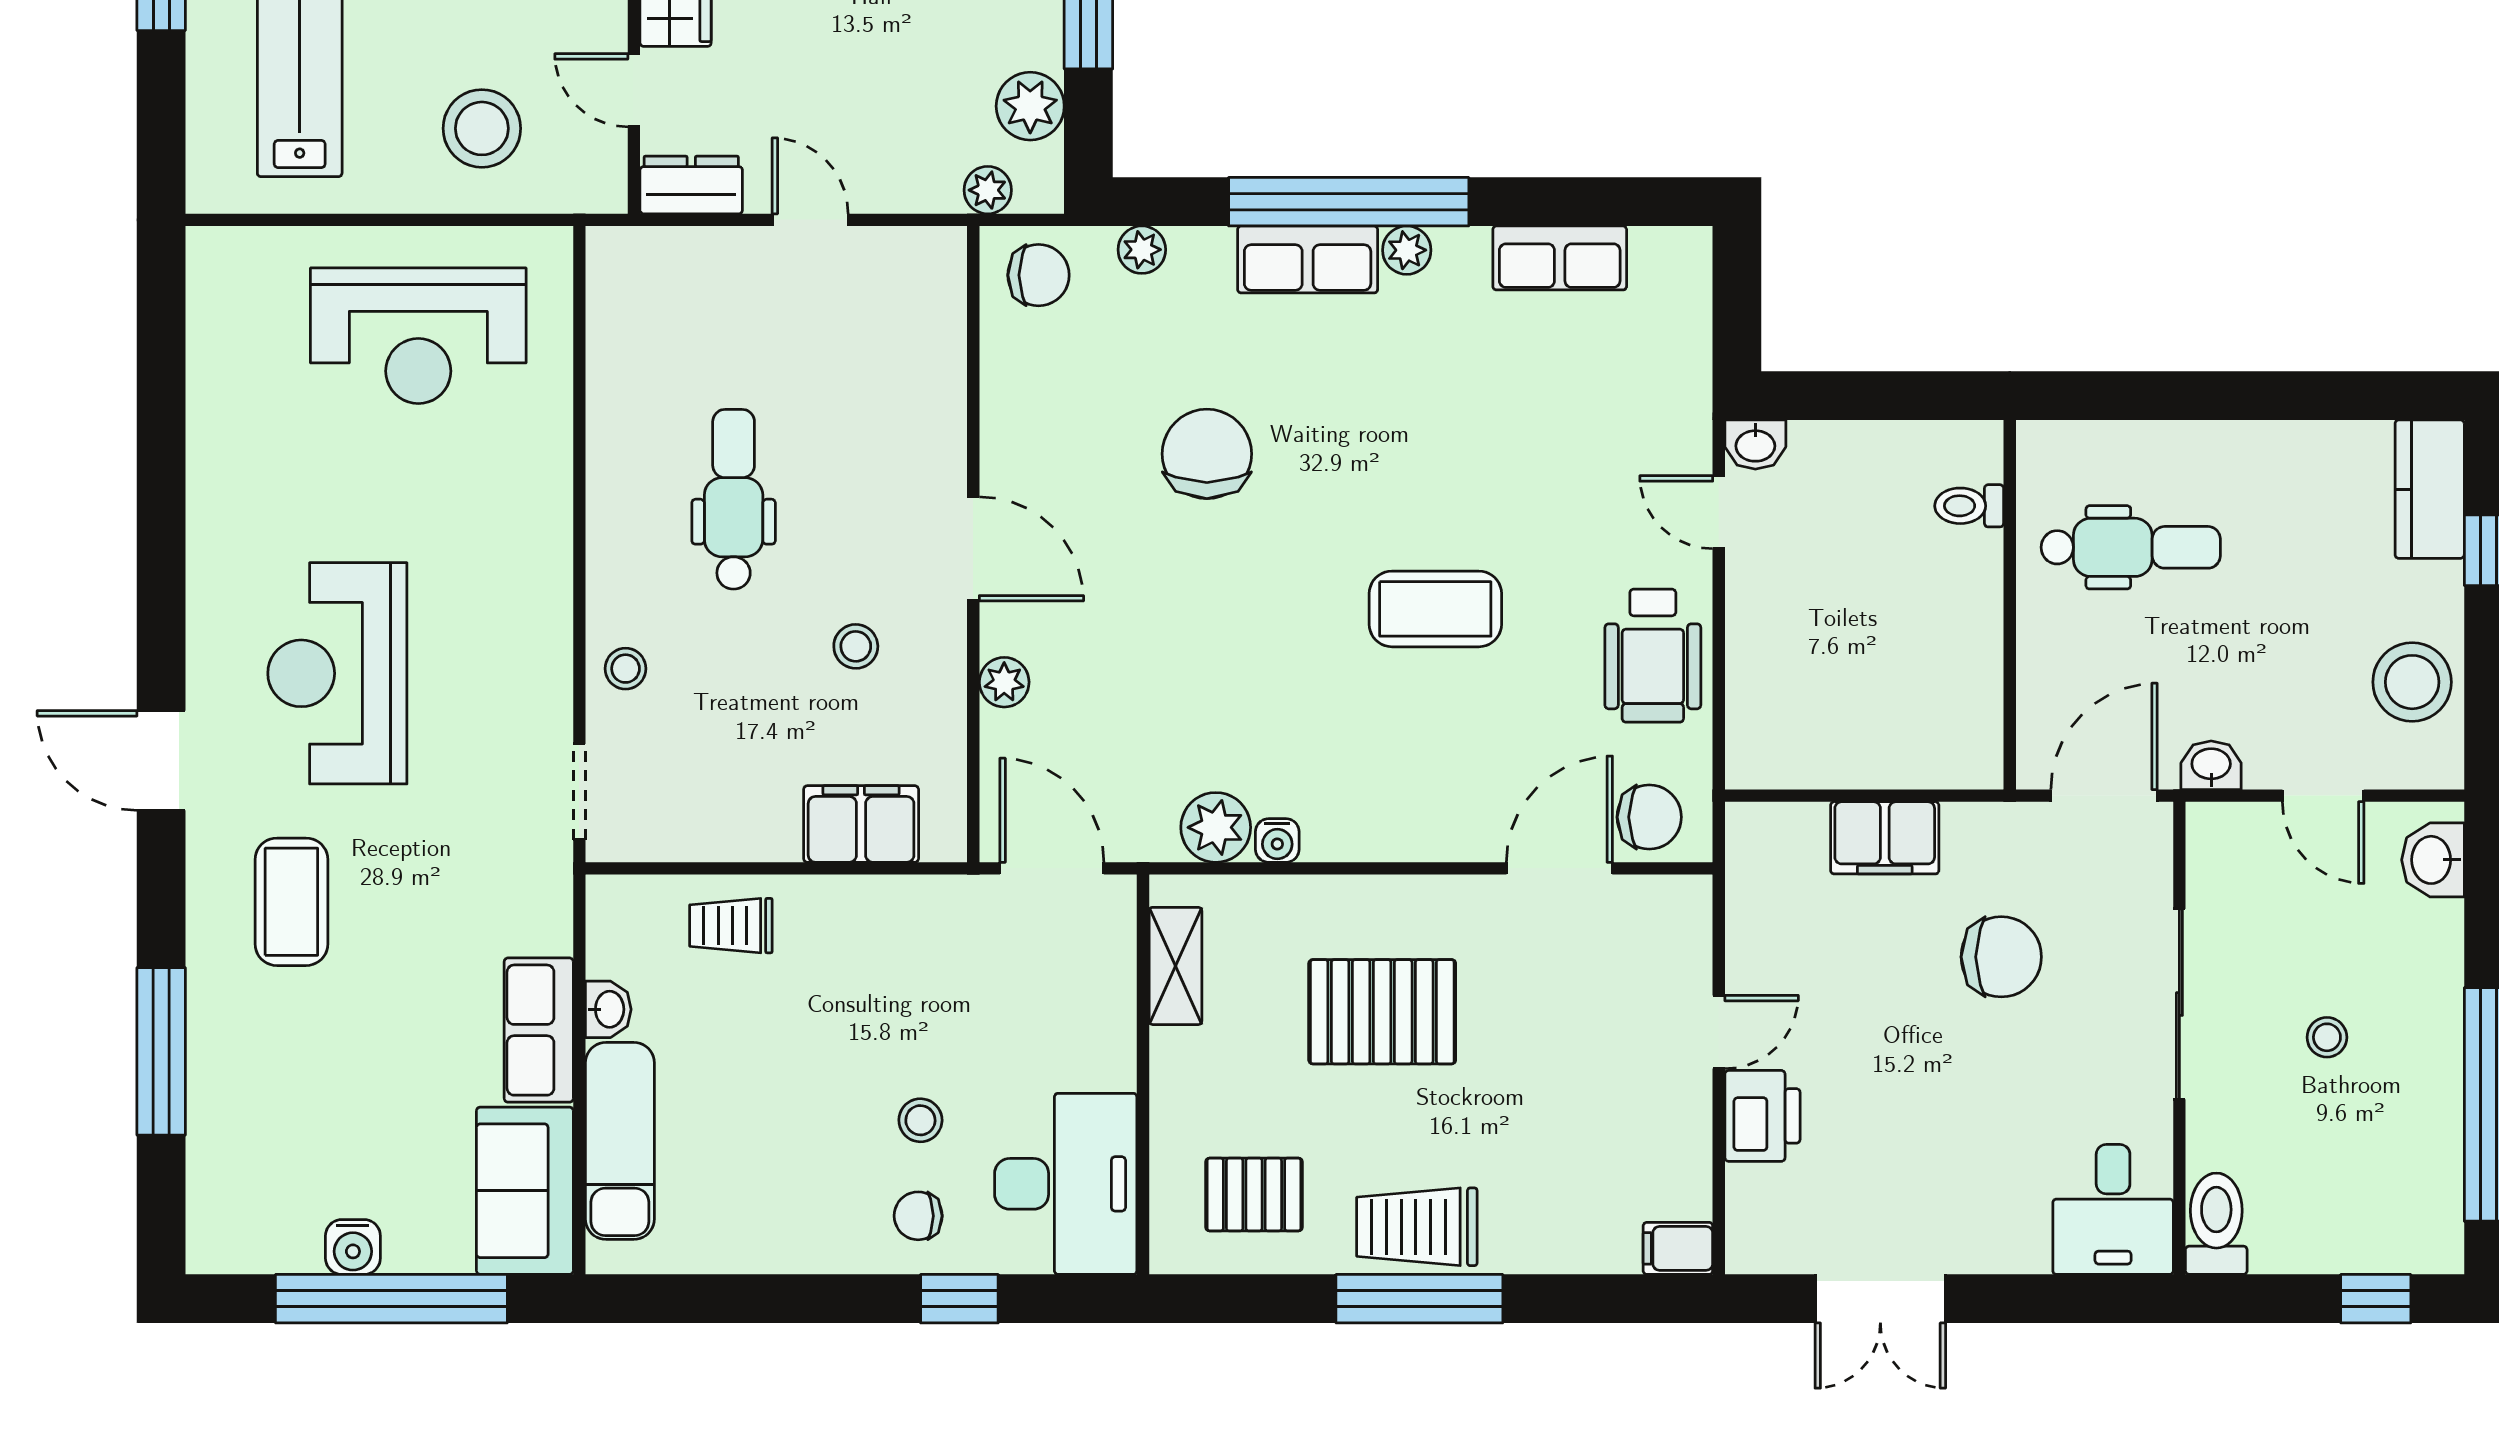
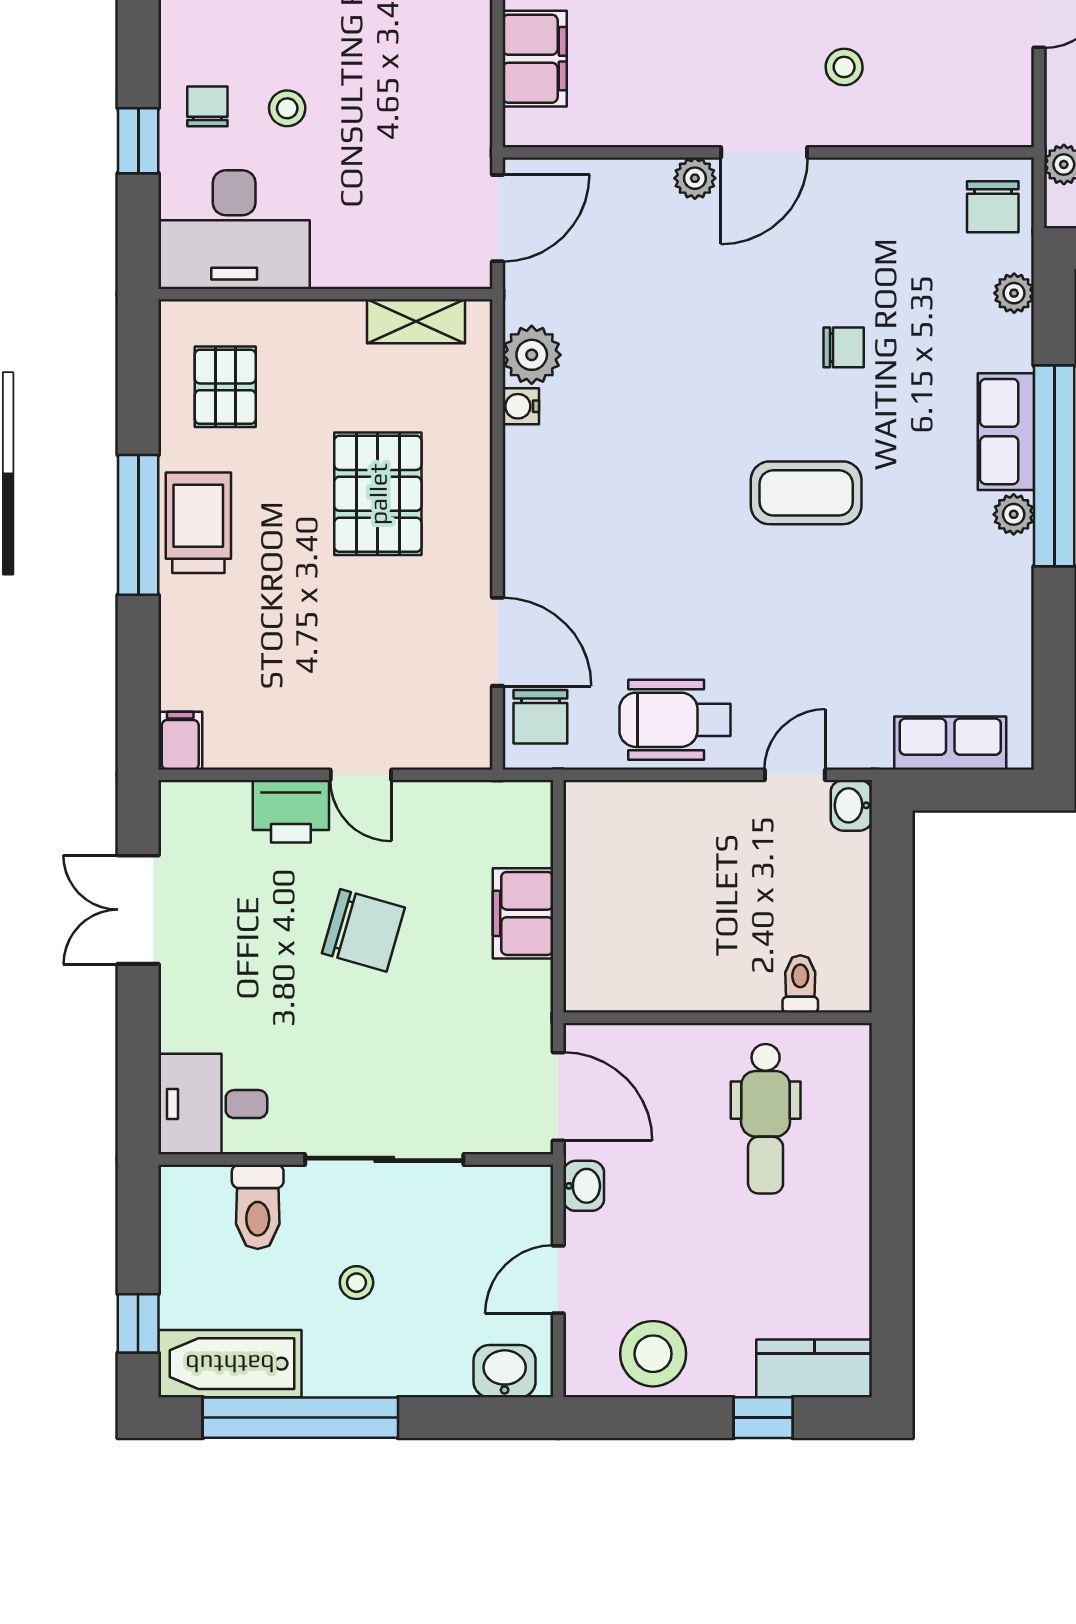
row of seats: (1560, 258) -> (950, 743), moved, turned 90
chair: (1207, 454) -> (844, 347), width x0.54, depth x0.54
coffee table: (1435, 609) -> (806, 493), moved, turned 90
stool: (856, 646) -> (844, 67), moved
plant: (1004, 682) -> (695, 178), moved
chair: (2001, 957) -> (363, 930), moved, turned -74
bathtub: (2424, 1189) -> (230, 1364), added
toilet: (2216, 1224) -> (258, 1207), moved, turned 90

